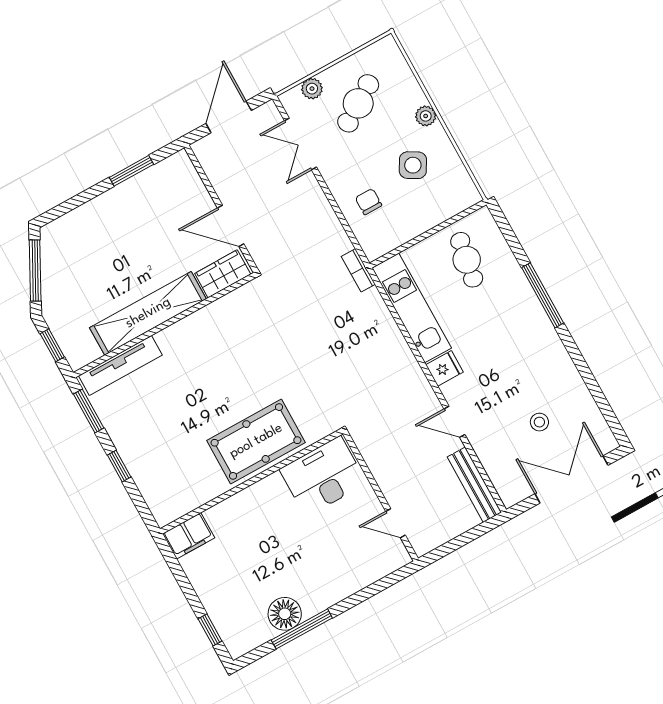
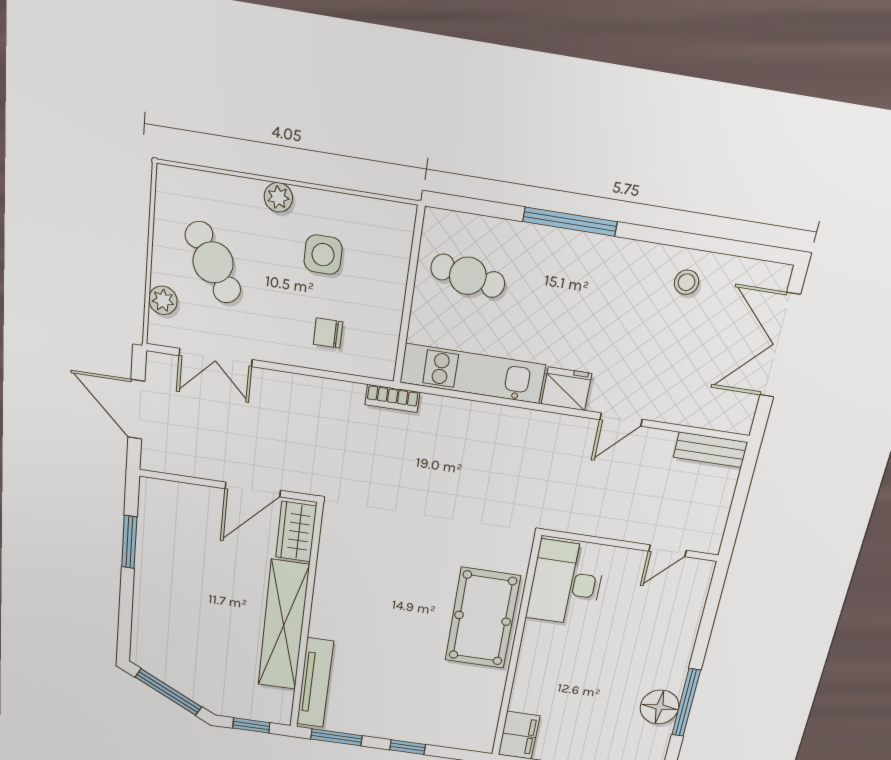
side table: (413, 165) -> (323, 255), turned -30
fridge: (445, 368) -> (566, 389), width x1.38
stool: (539, 422) -> (686, 282), moved
bench: (474, 485) -> (711, 450), width x0.73

